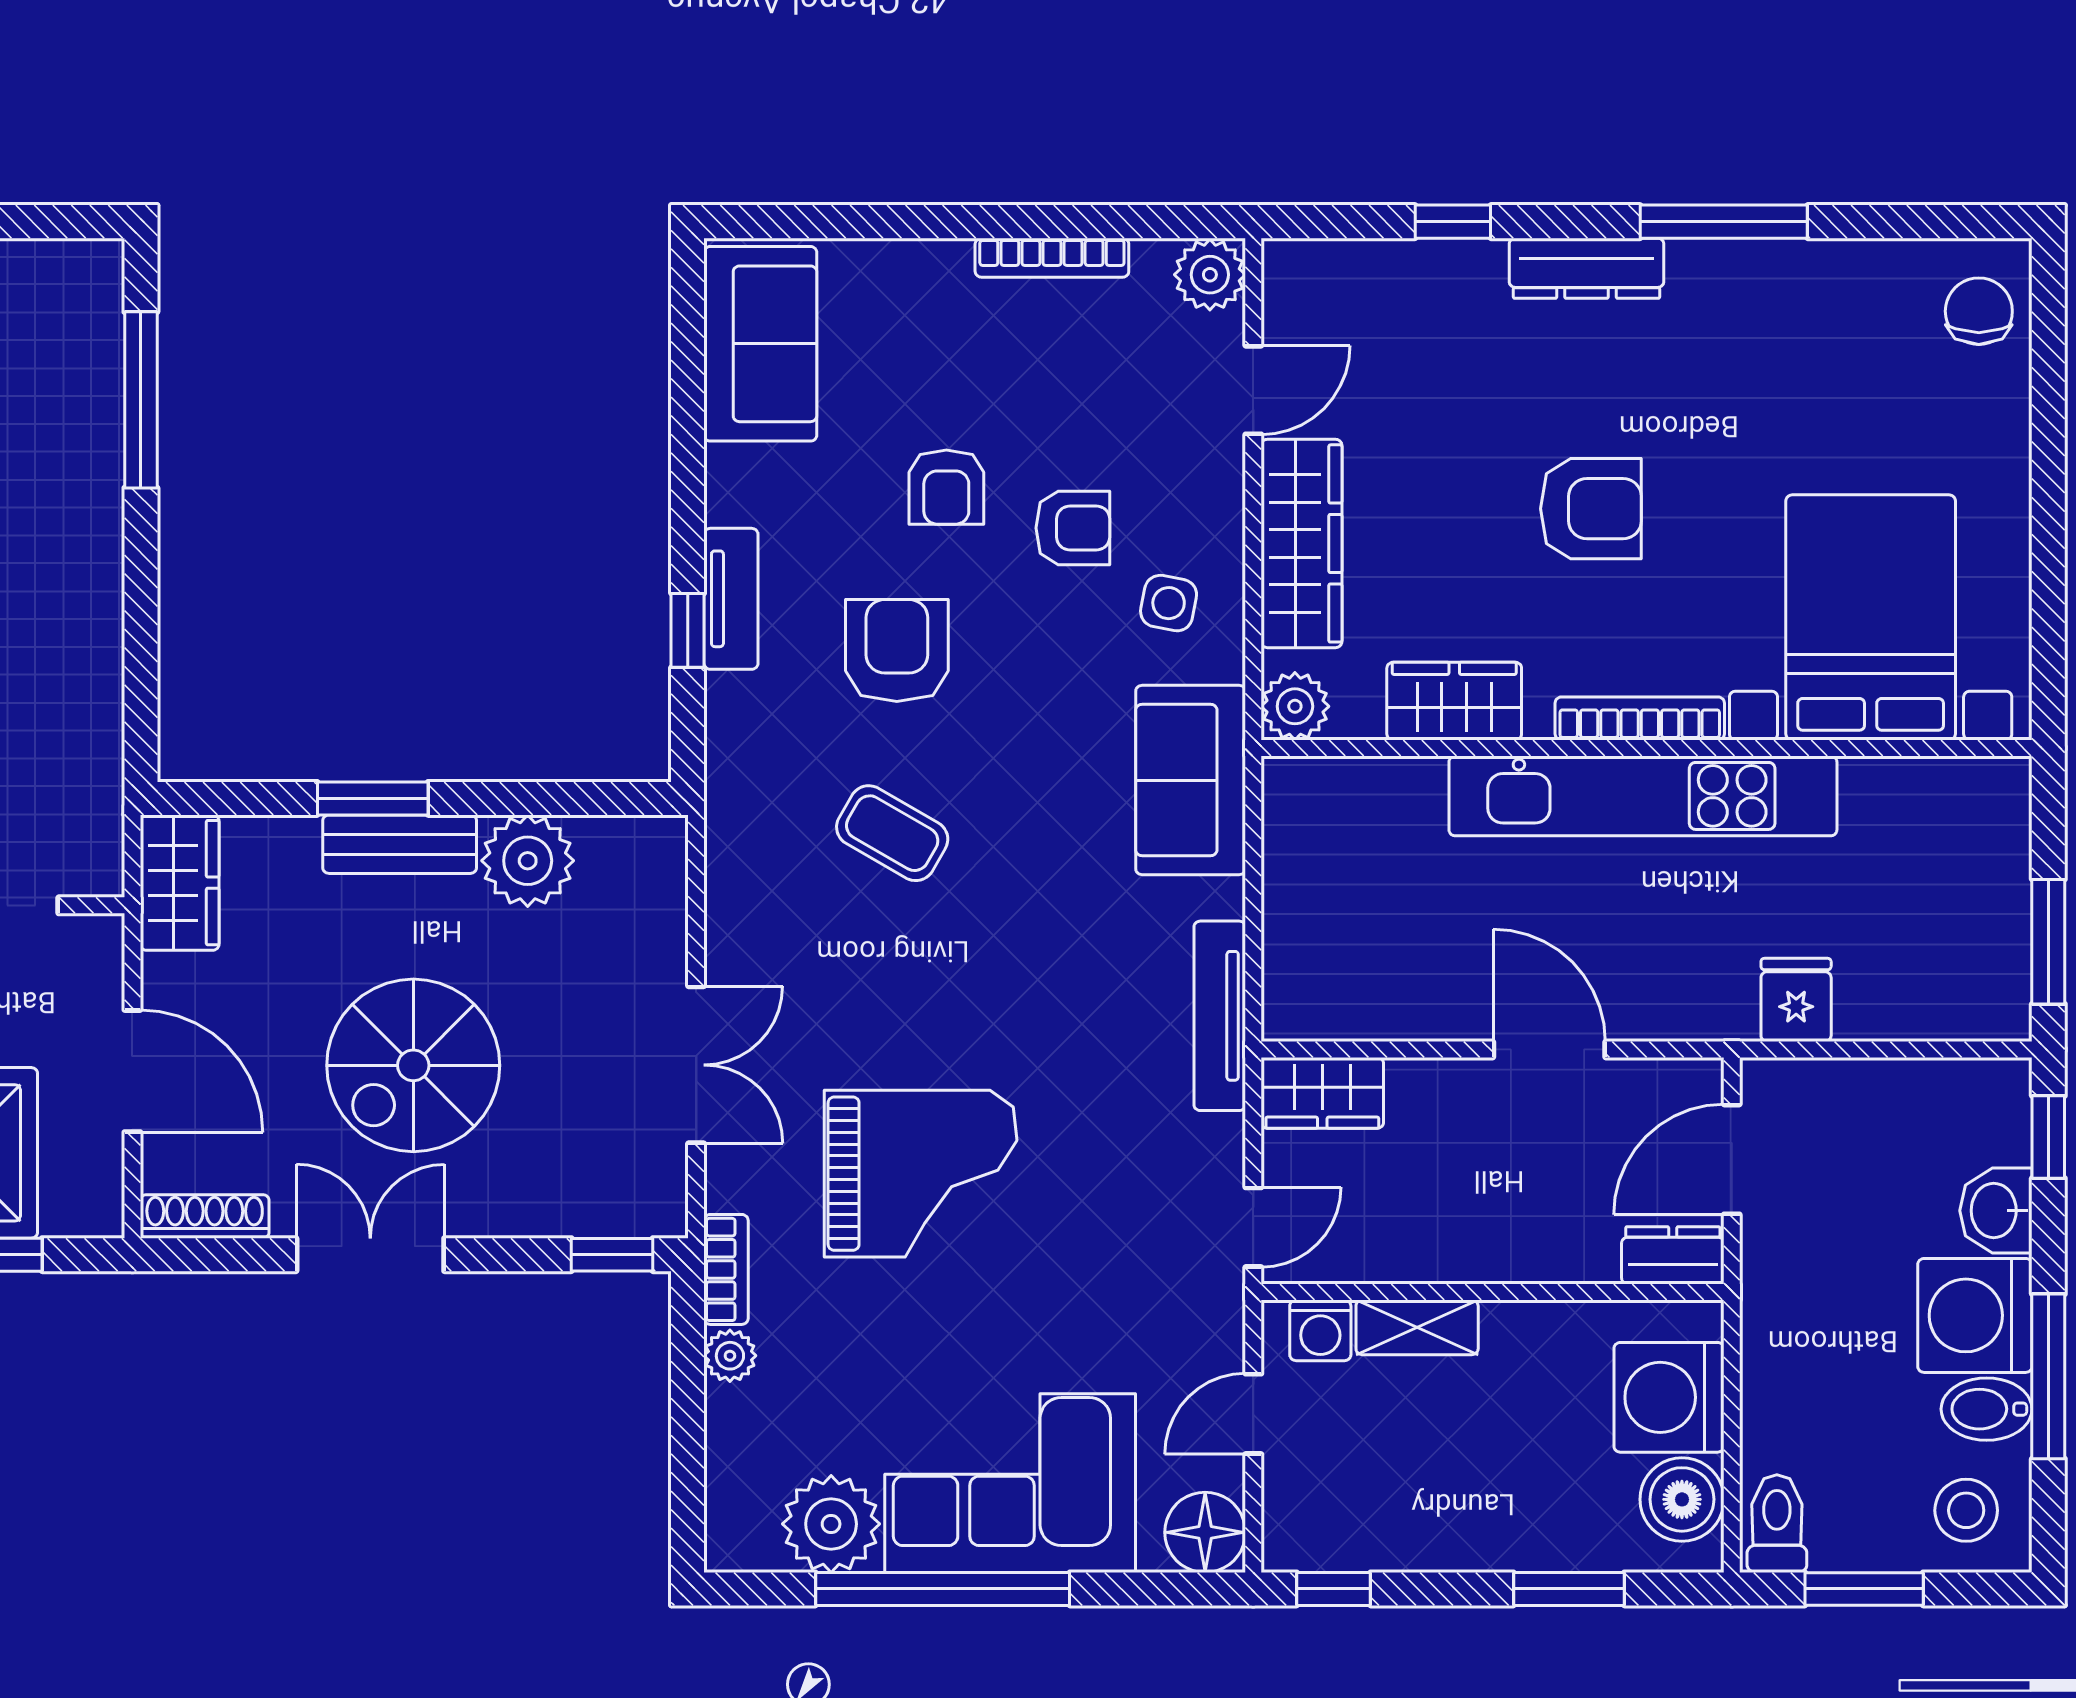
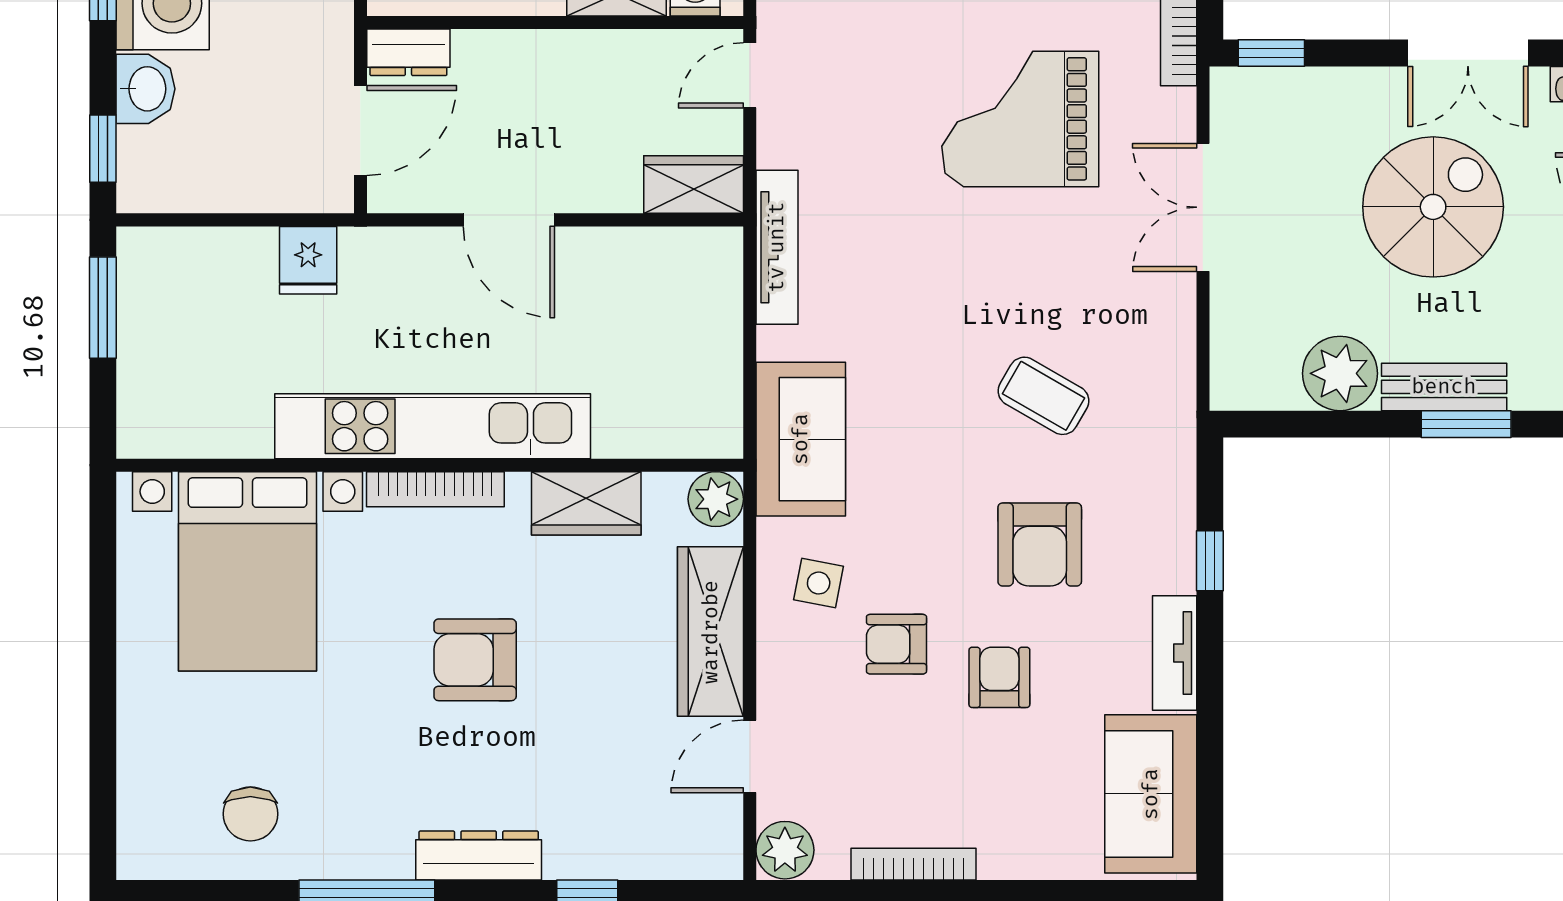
chair: (1979, 311) -> (250, 814), moved
tv unit: (731, 599) -> (1175, 653), moved

